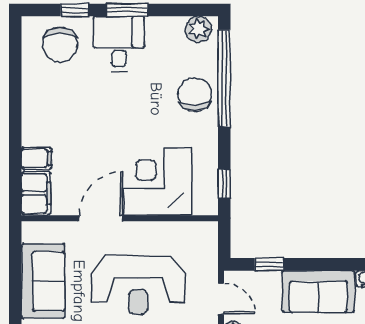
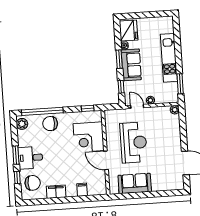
filing cabinet: (36, 193) -> (56, 192), moved
window: (333, 264) -> (119, 59), added
door: (221, 299) -> (137, 106), hinge flipped

